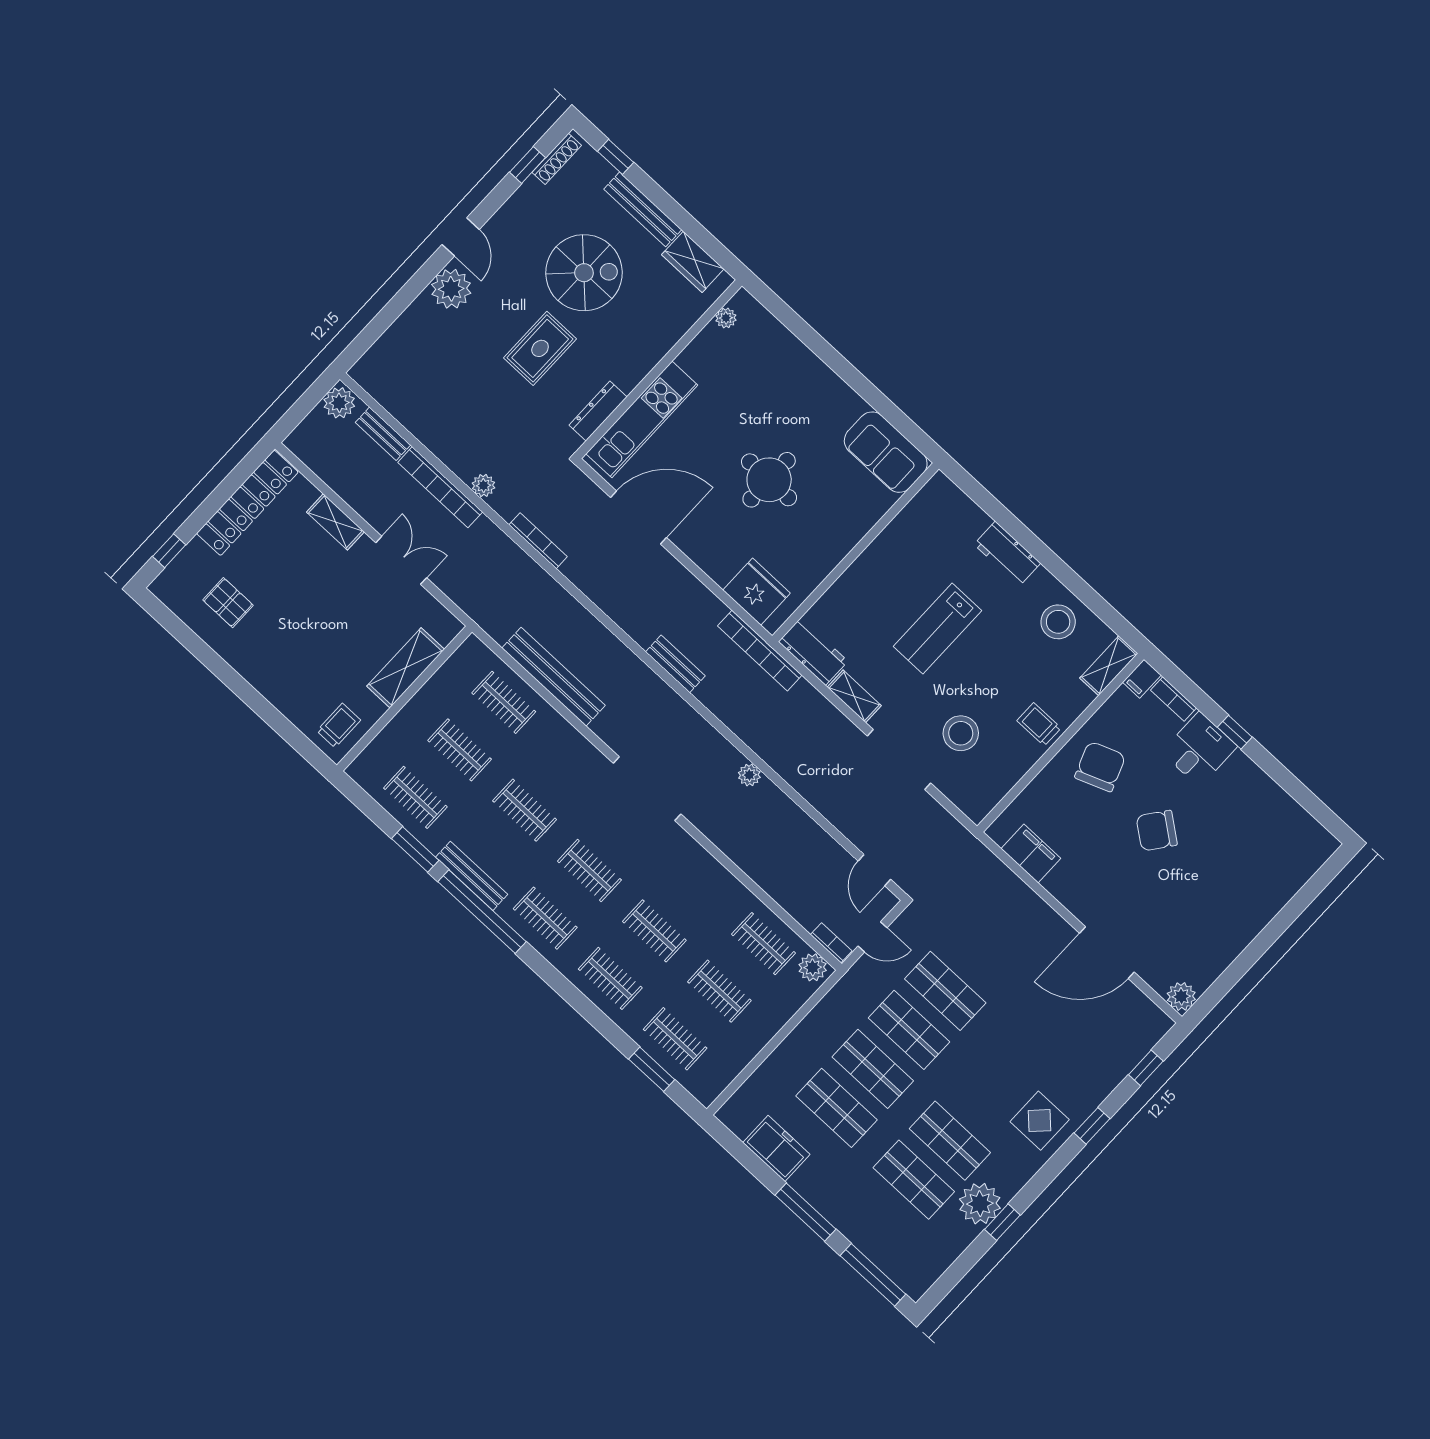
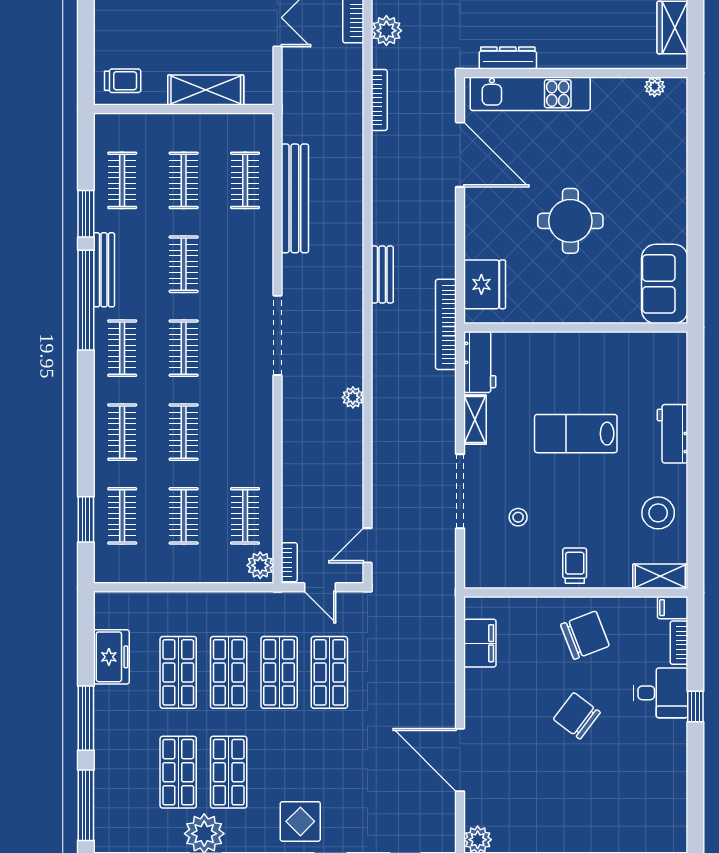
plant: (483, 485) -> (386, 31), width x1.38, depth x1.38
stool: (961, 733) -> (518, 517), width x0.53, depth x0.53

